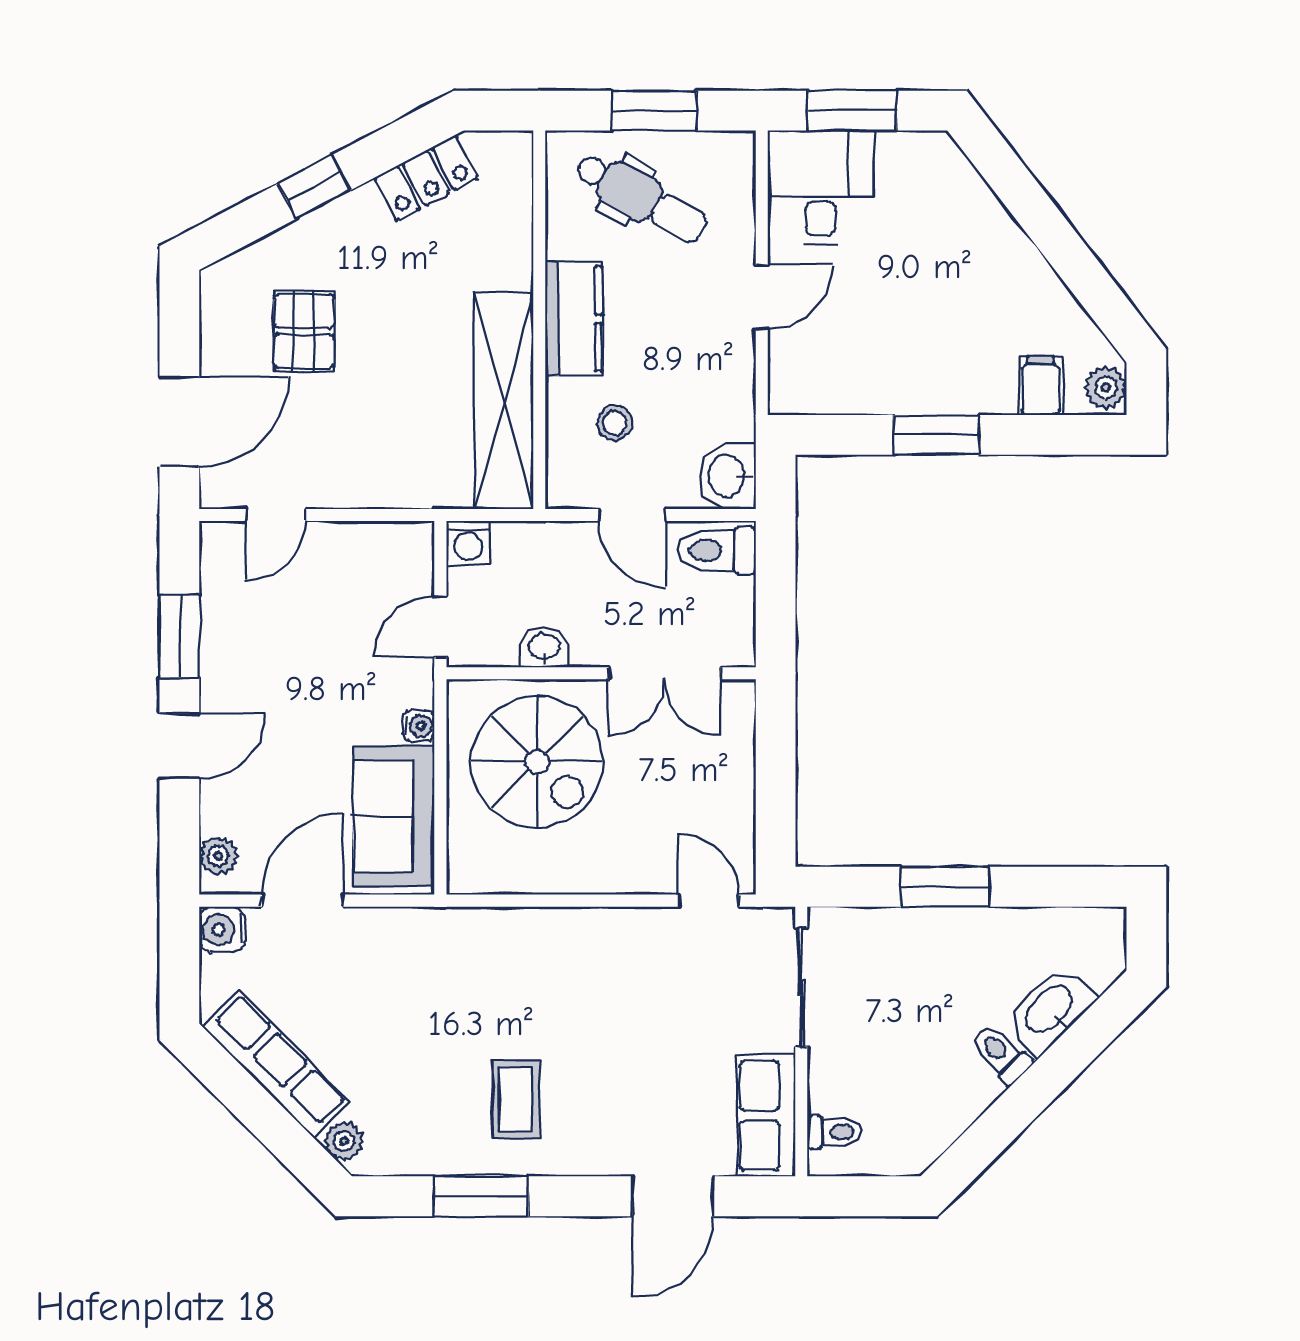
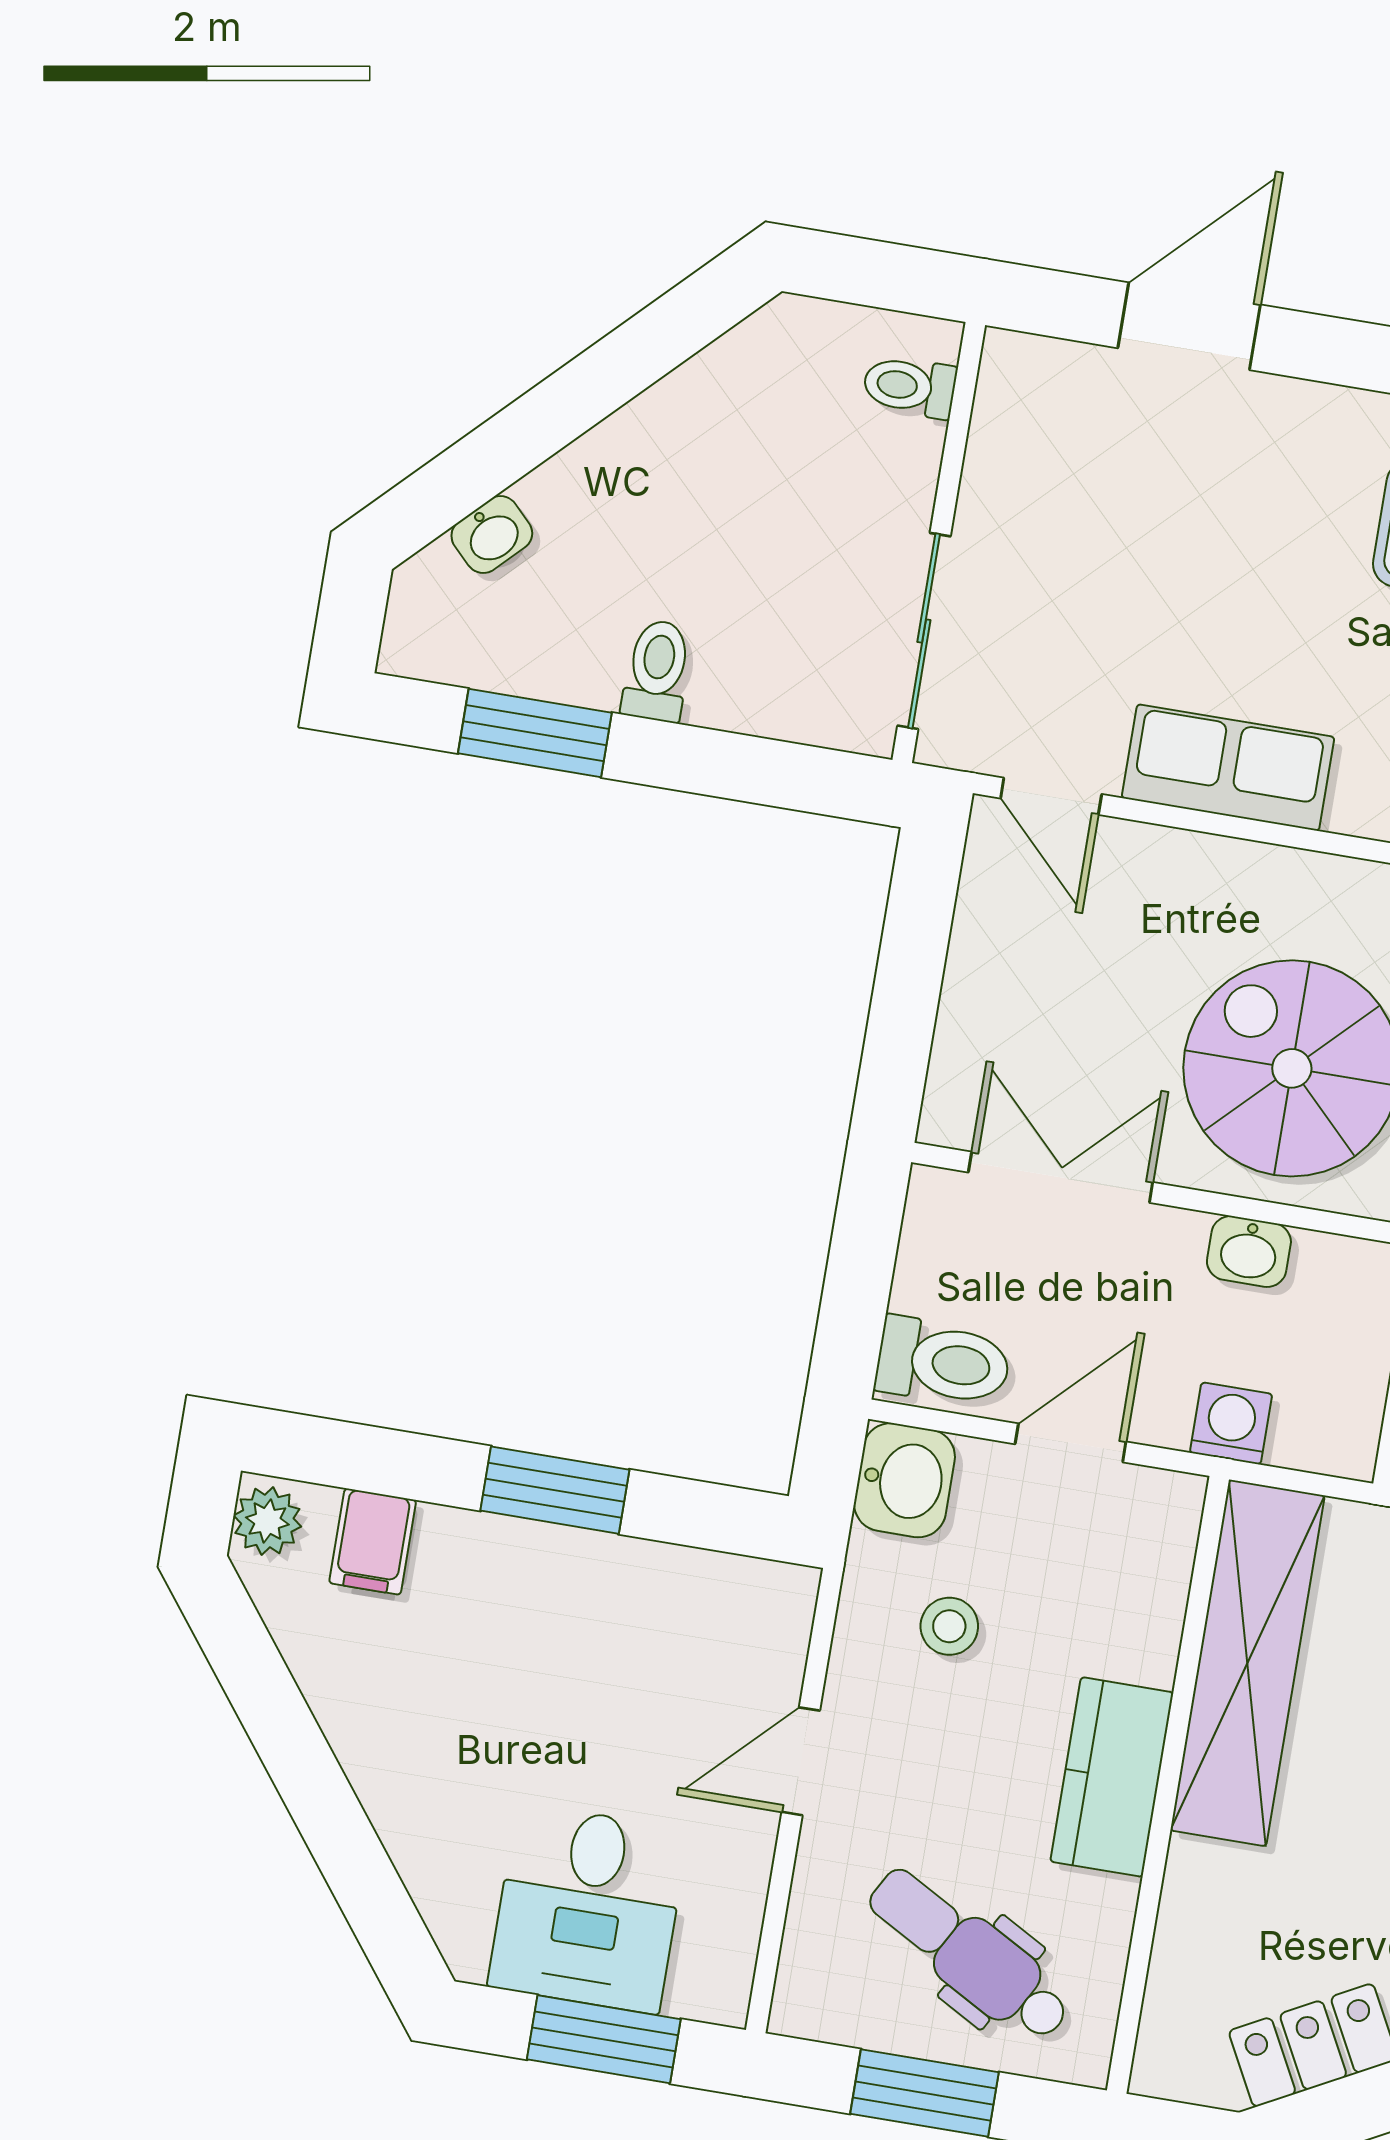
desk: (821, 188) -> (588, 1908), moved
stool: (615, 423) -> (949, 1626), moved
door: (632, 515) -> (1071, 1443), hinge flipped
washing machine: (468, 543) -> (1231, 1423), moved
window: (945, 887) -> (535, 733), moved
washbasin: (1050, 1010) -> (492, 534), width x0.52, depth x0.69
toilet: (1001, 1054) -> (657, 671), moved, turned -135
row of seats: (766, 1116) -> (1228, 768), moved, turned -90

